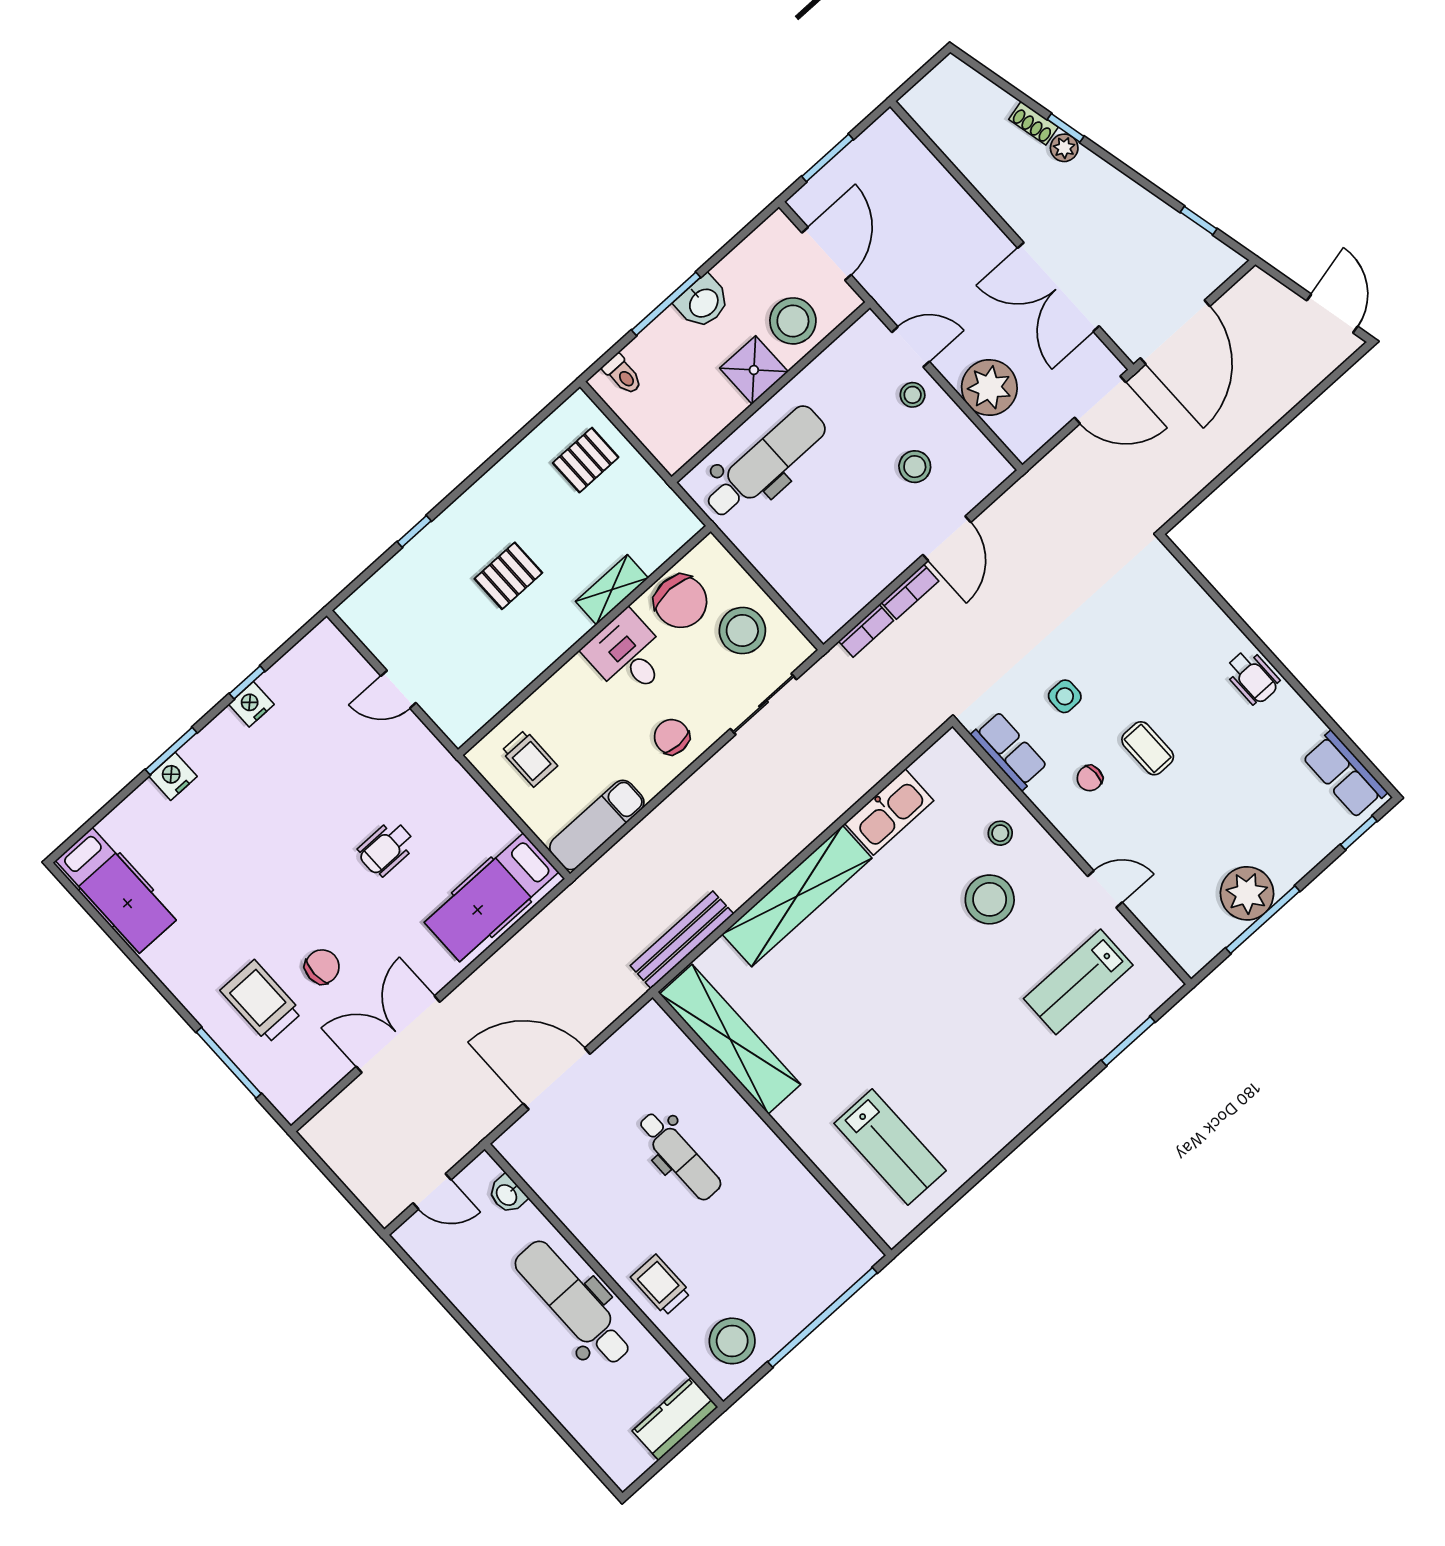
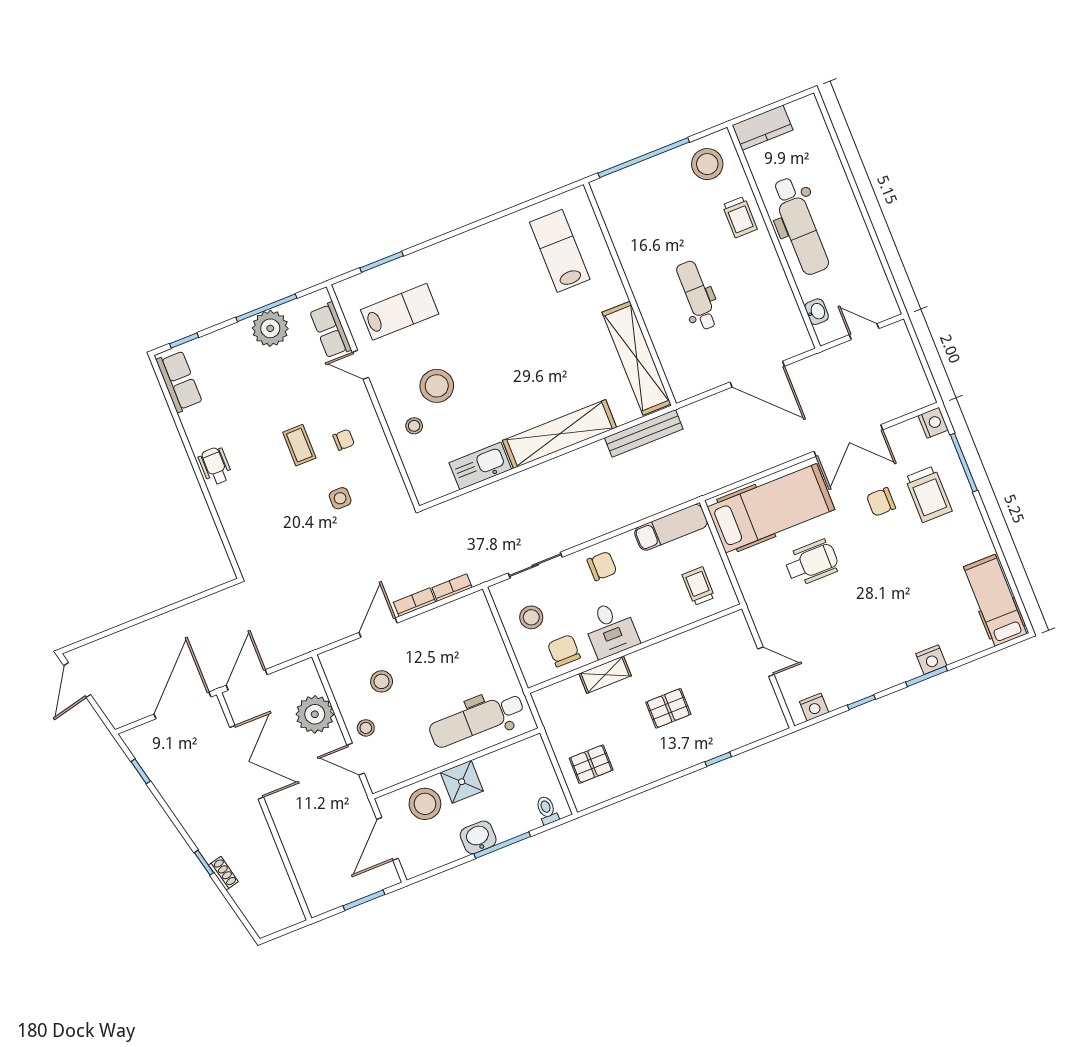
plant: (1064, 148) -> (210, 850), removed
door: (1100, 400) -> (247, 680), hinge flipped
chair: (681, 601) -> (564, 651), width x0.73, depth x0.73
stool: (742, 631) -> (531, 617), width x0.73, depth x0.73
nightstand: (251, 704) -> (814, 707), moved
chair: (672, 737) -> (602, 566), turned -90
row of seats: (1009, 751) -> (331, 330), moved
wheelchair: (386, 848) -> (812, 563), width x1.36, depth x1.37
hospital bed: (492, 897) -> (771, 508), width x1.37, depth x1.29
nightstand: (291, 1102) -> (933, 423), added

